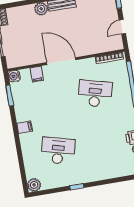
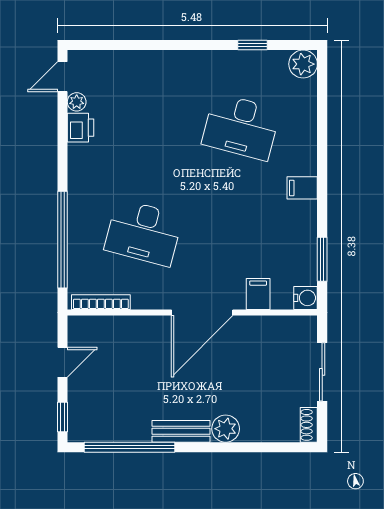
door: (61, 61) -> (202, 313), hinge flipped
window: (77, 187) -> (252, 45), moved

